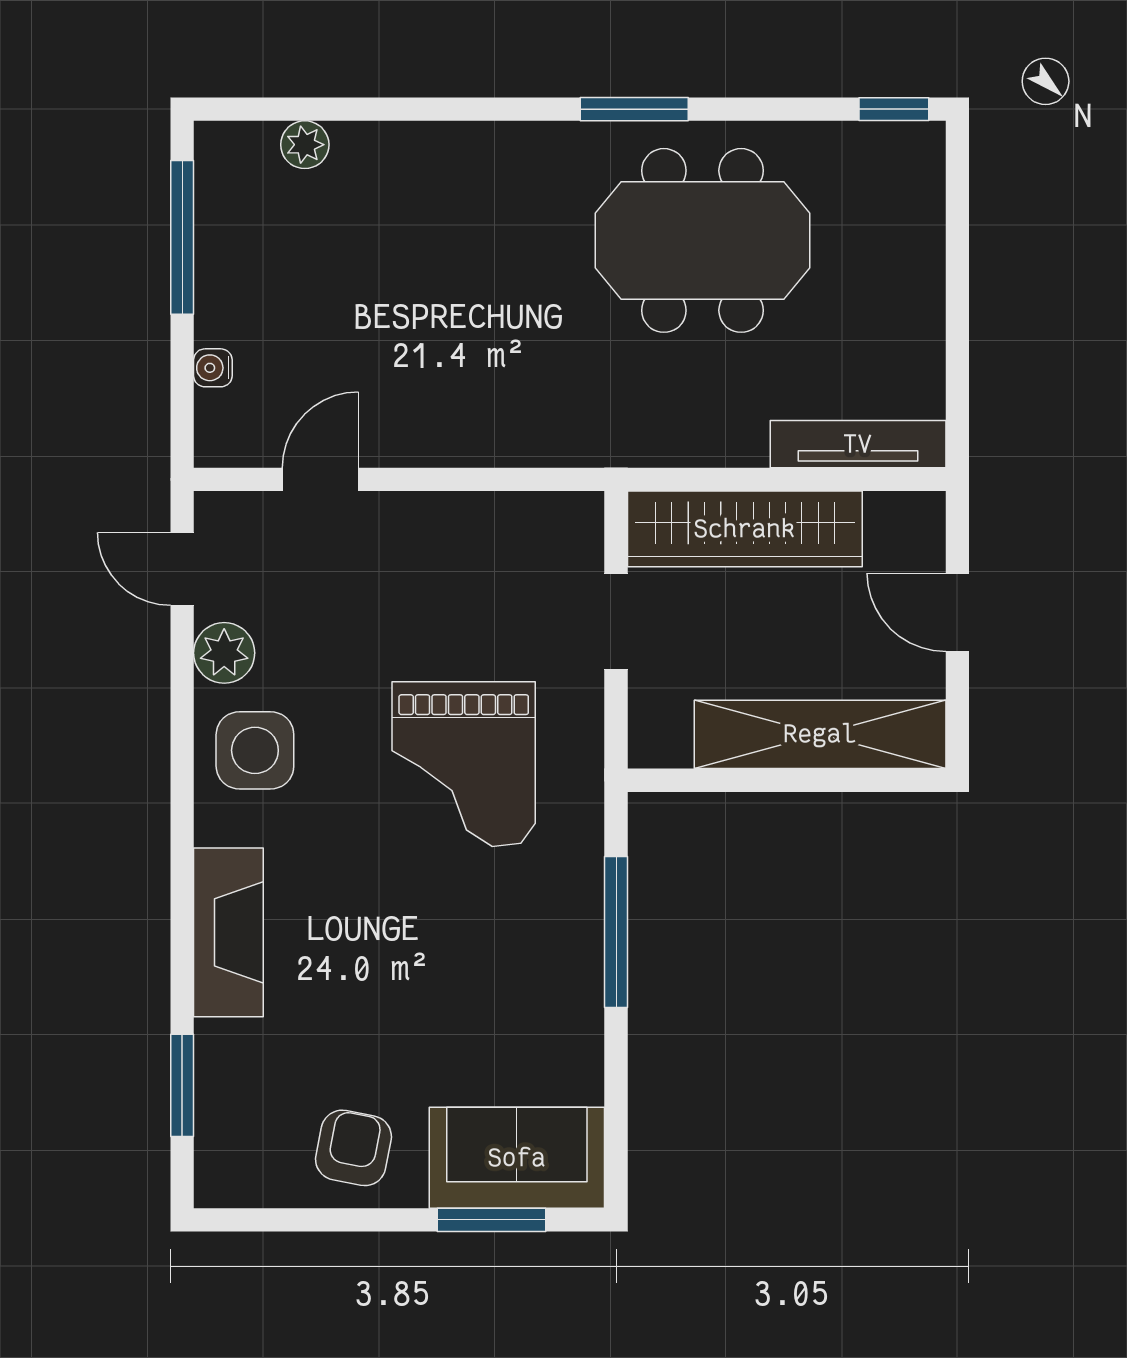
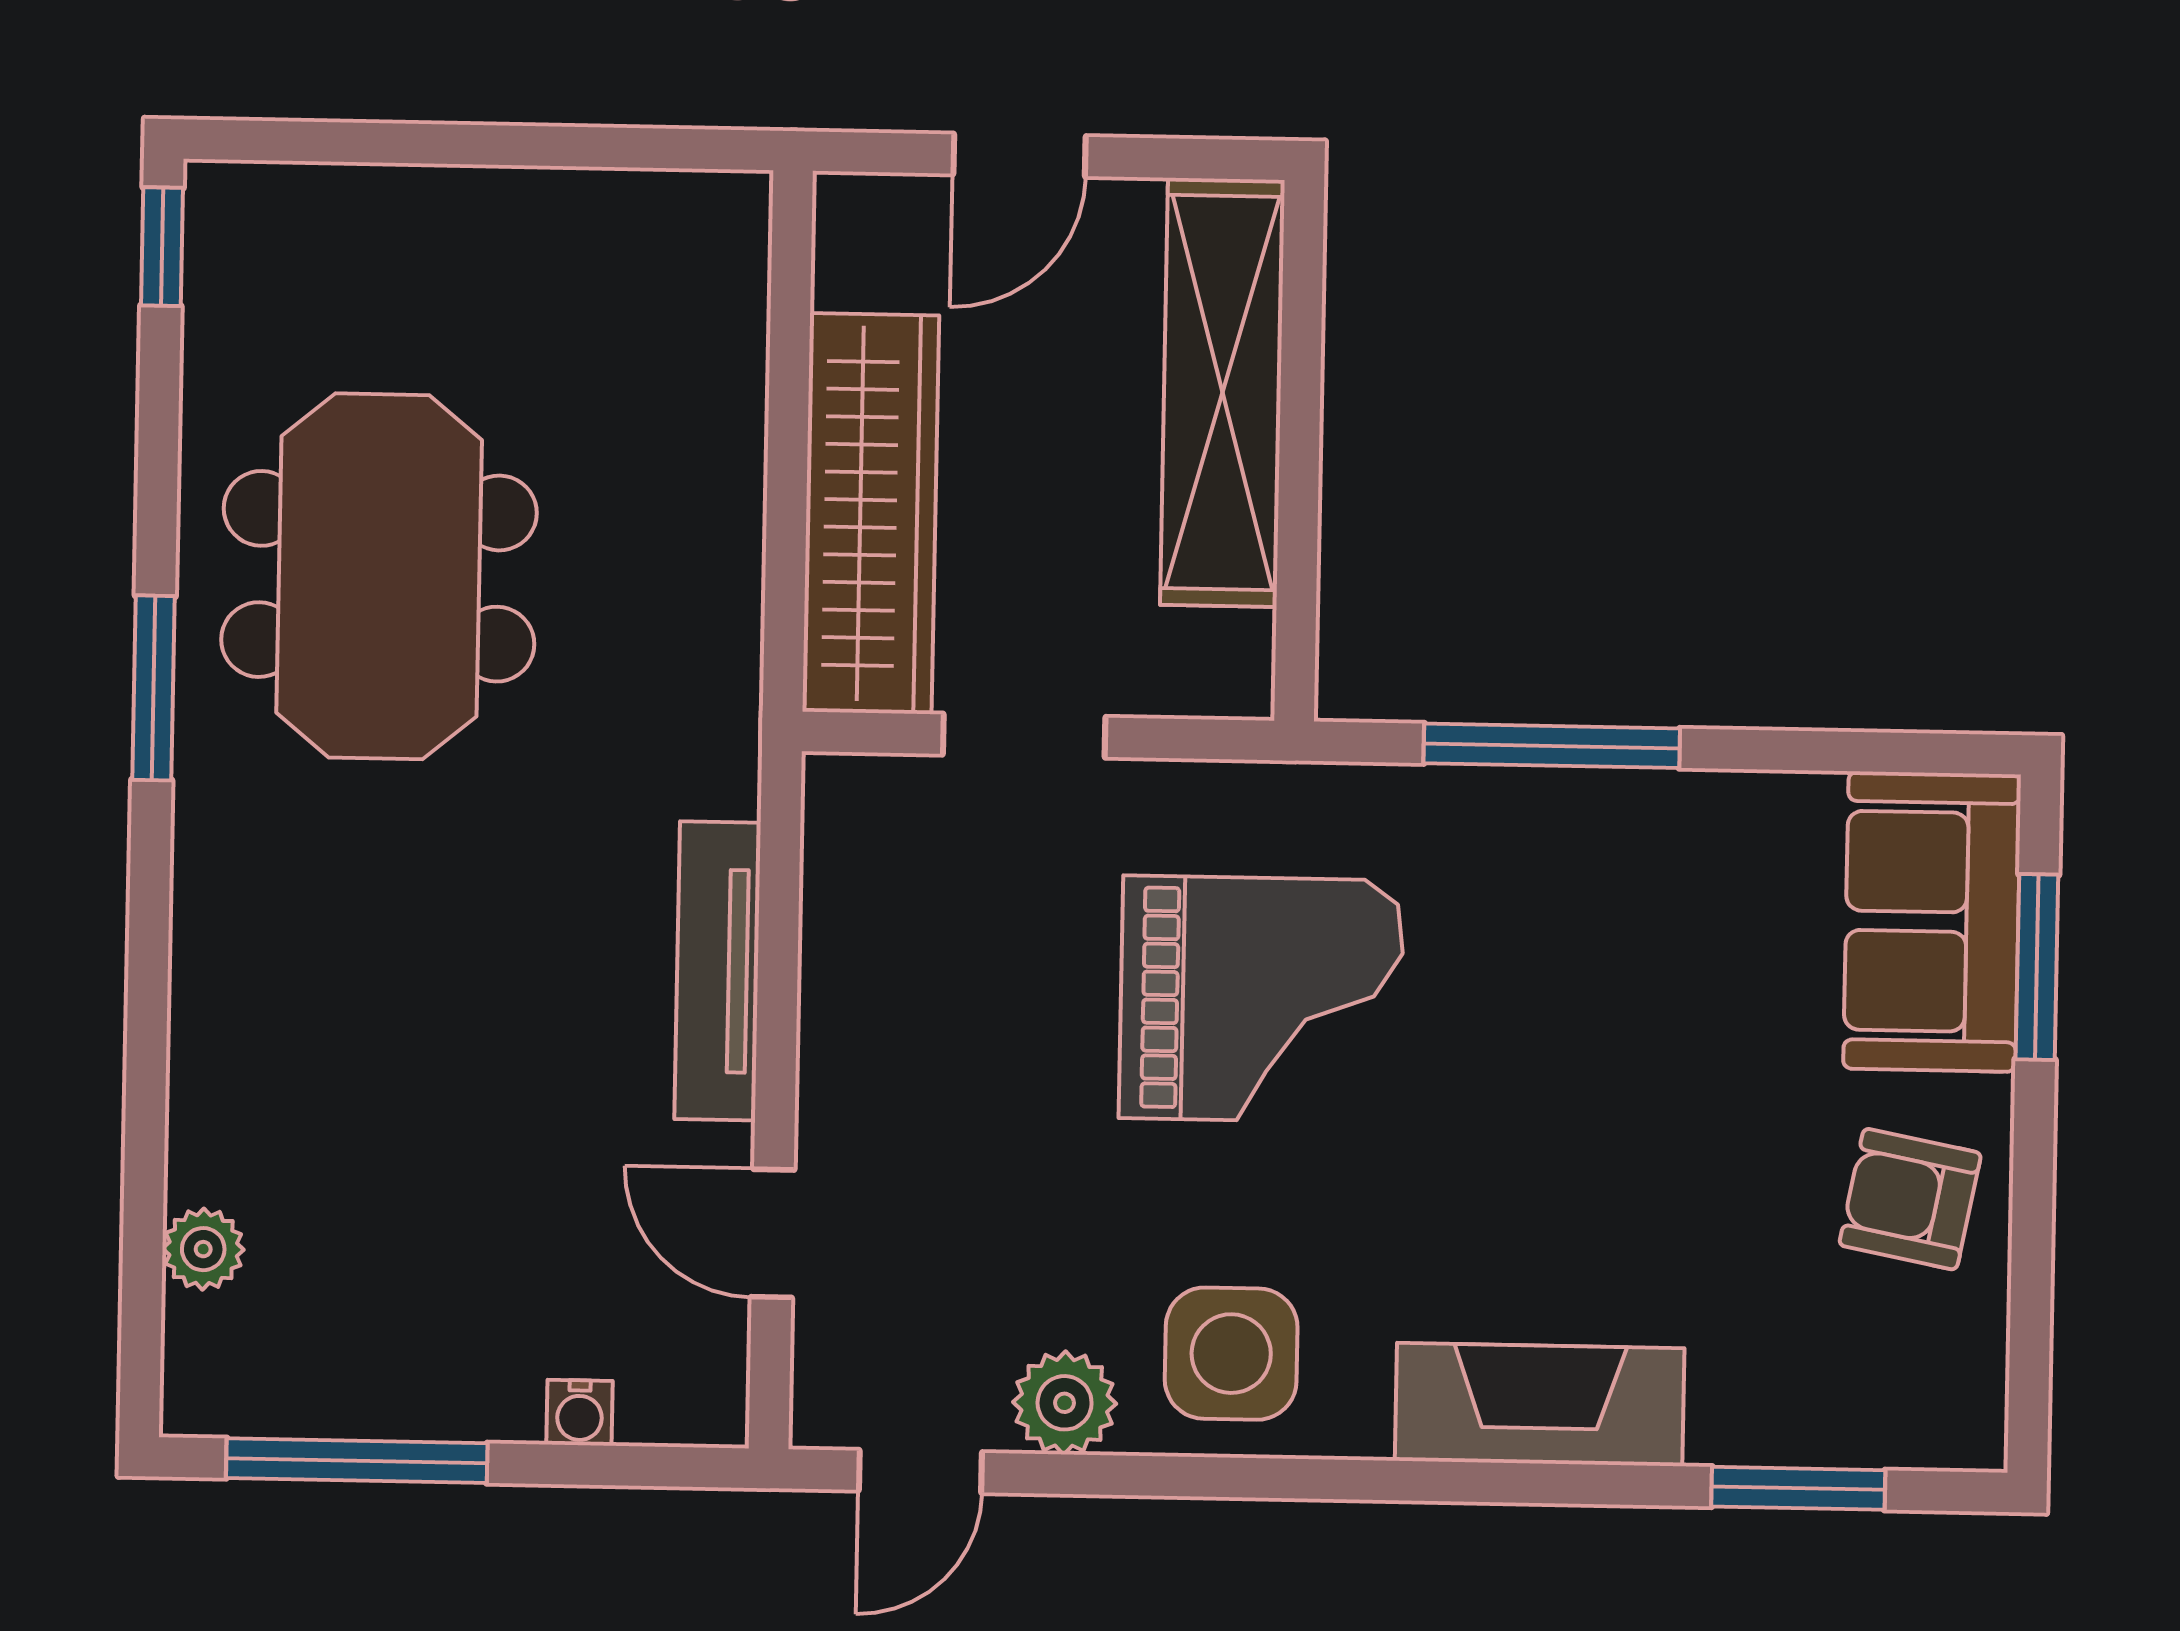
tv unit: (858, 444) -> (718, 971), moved

